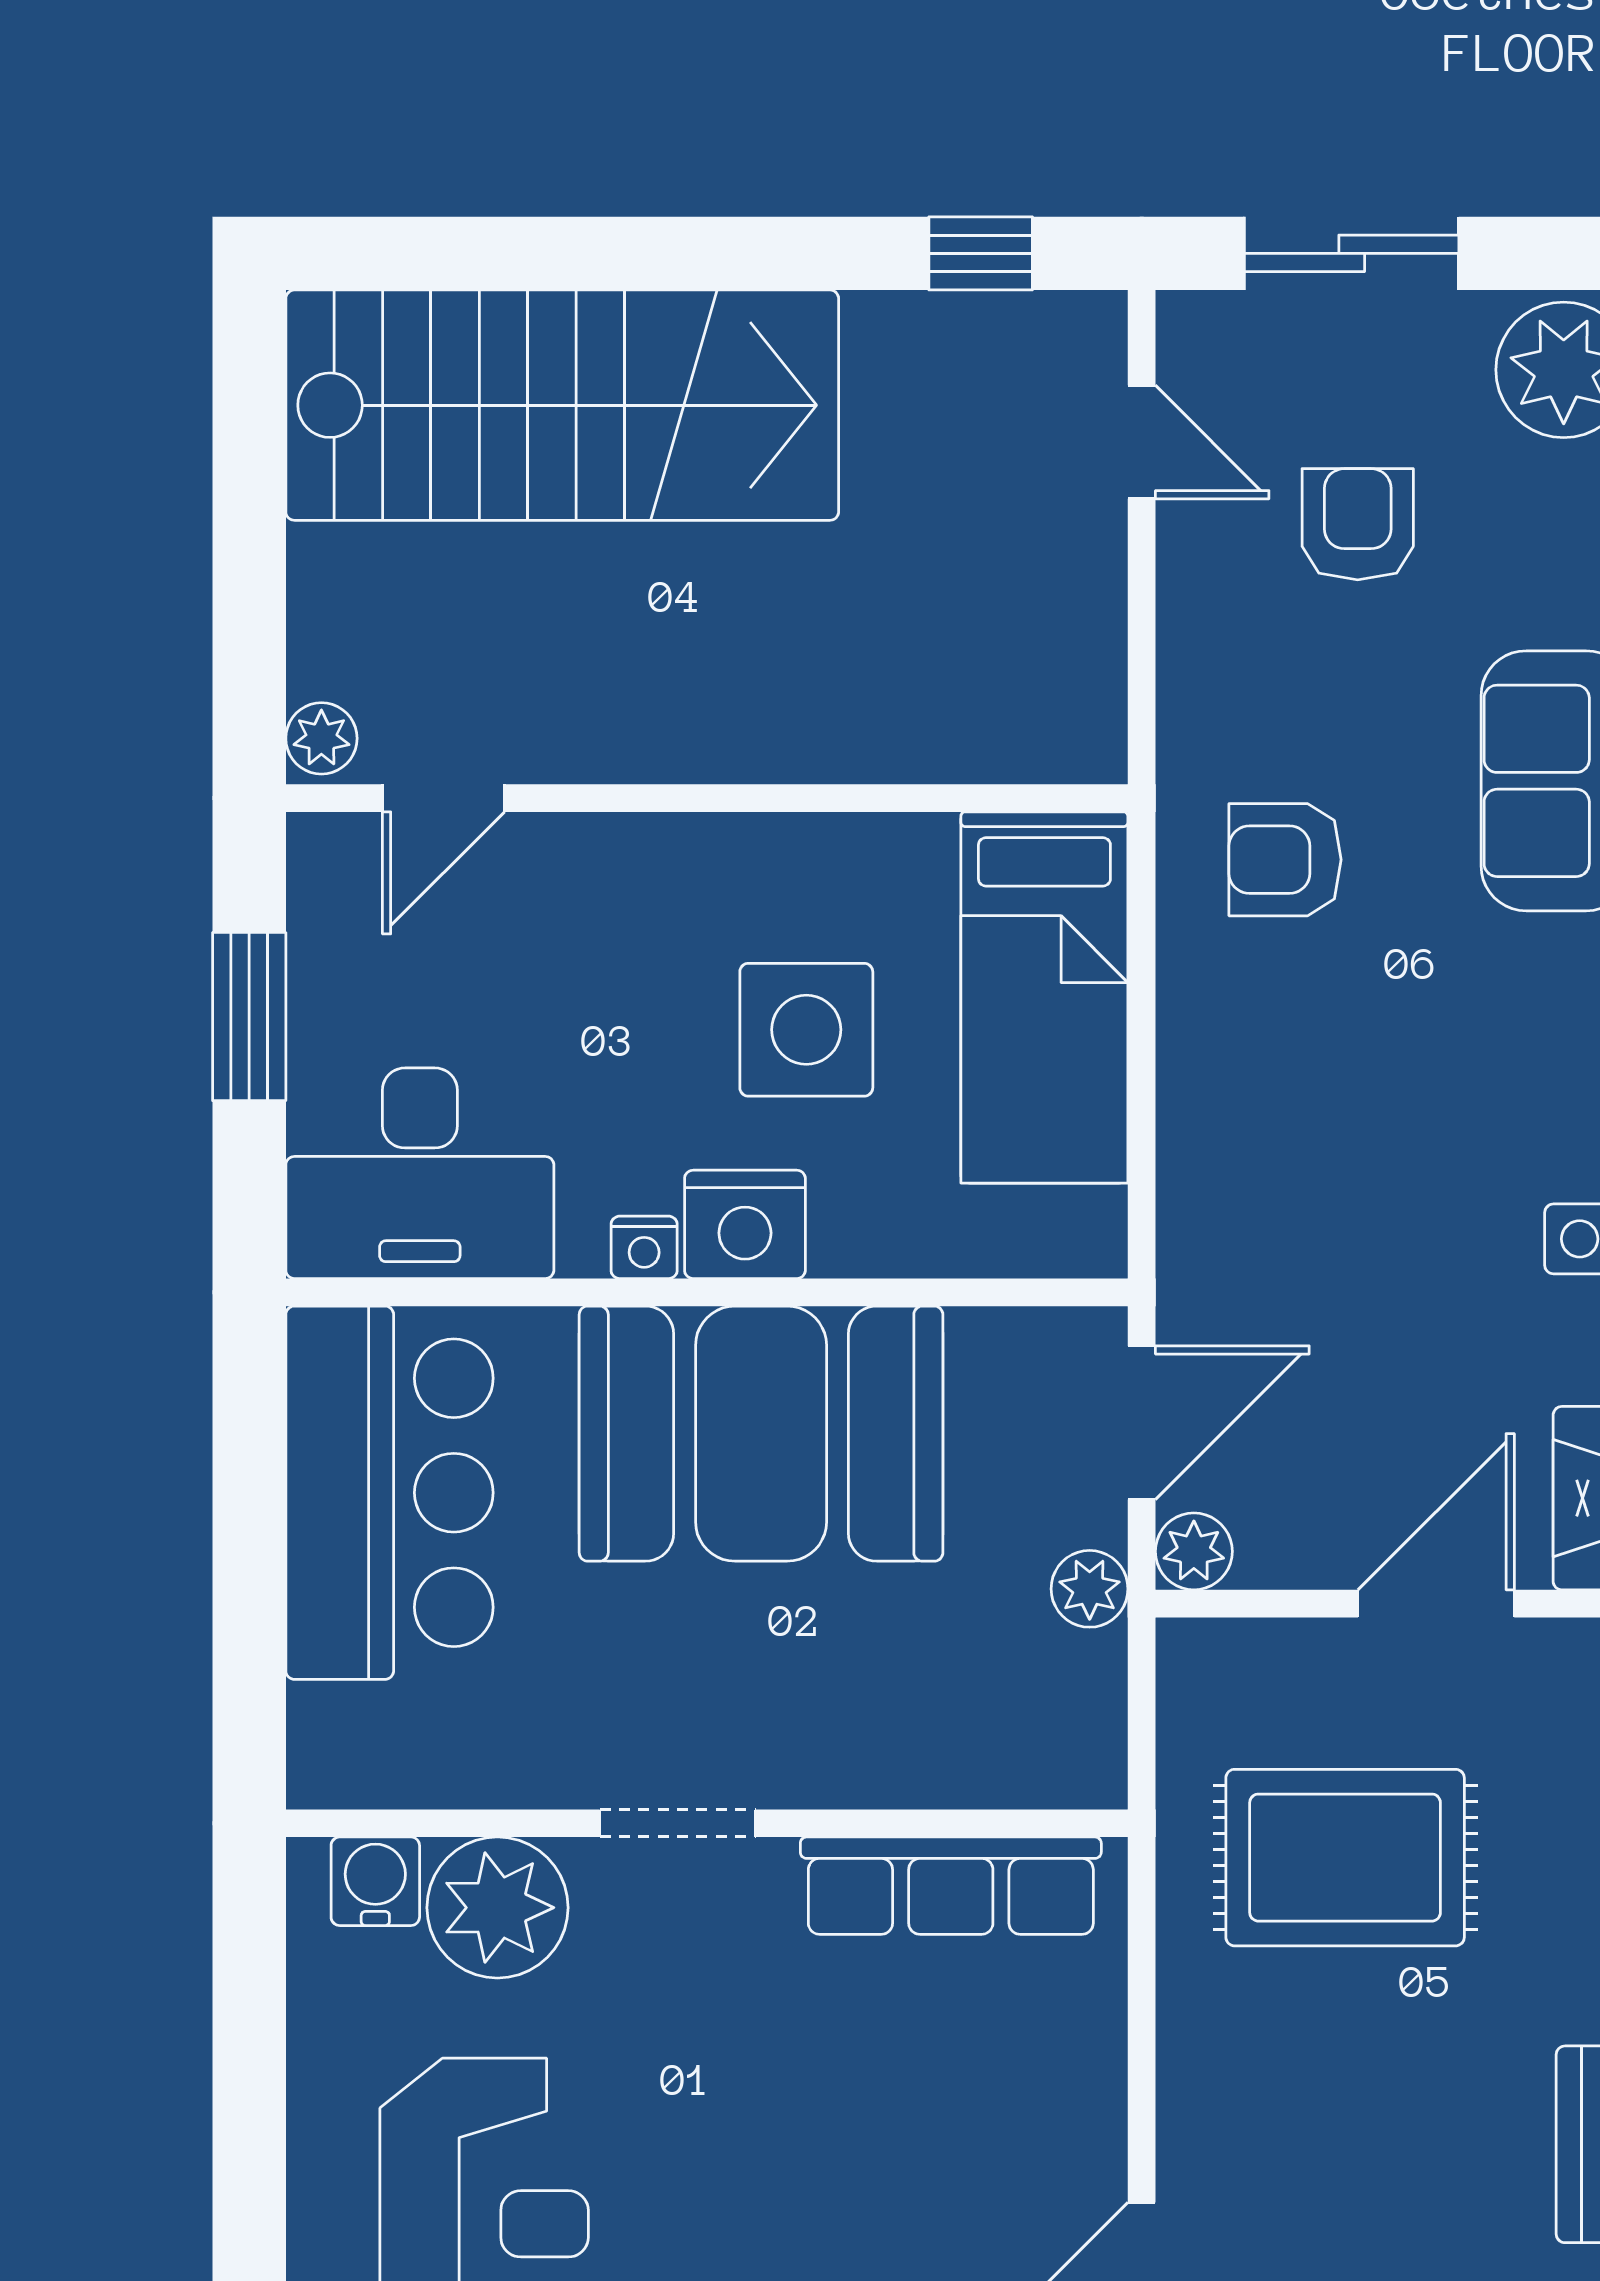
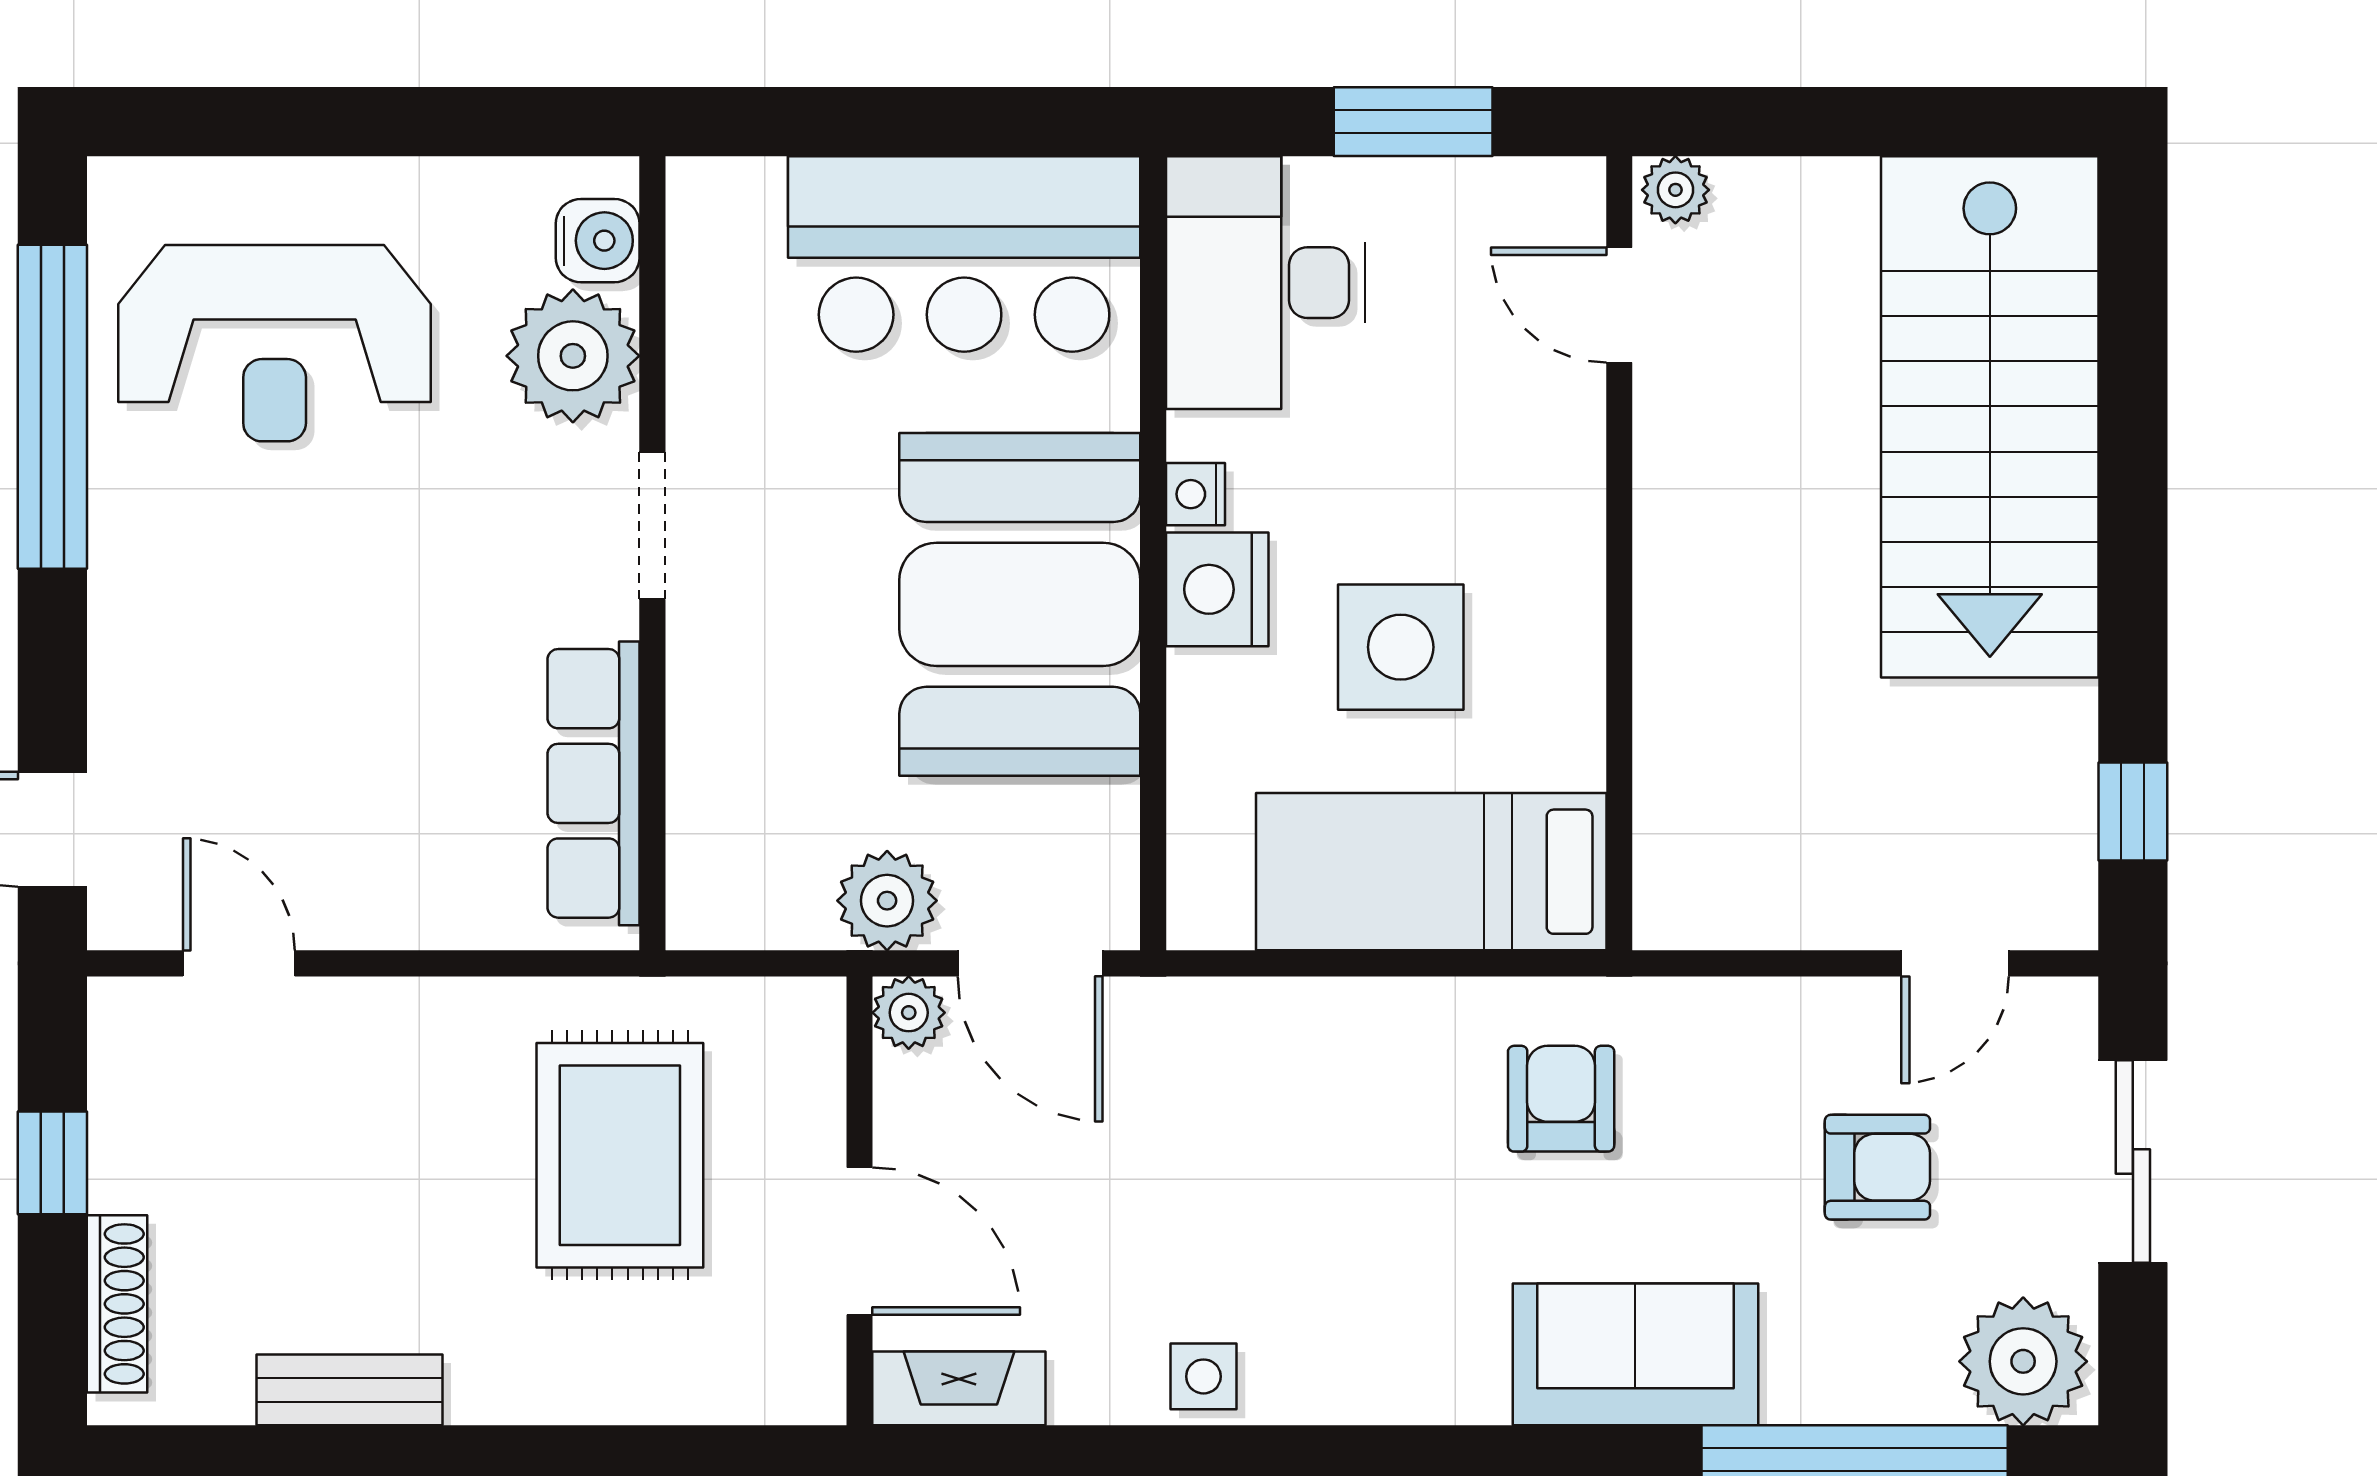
plant: (1090, 1589) -> (887, 901), width x1.38, depth x1.38

